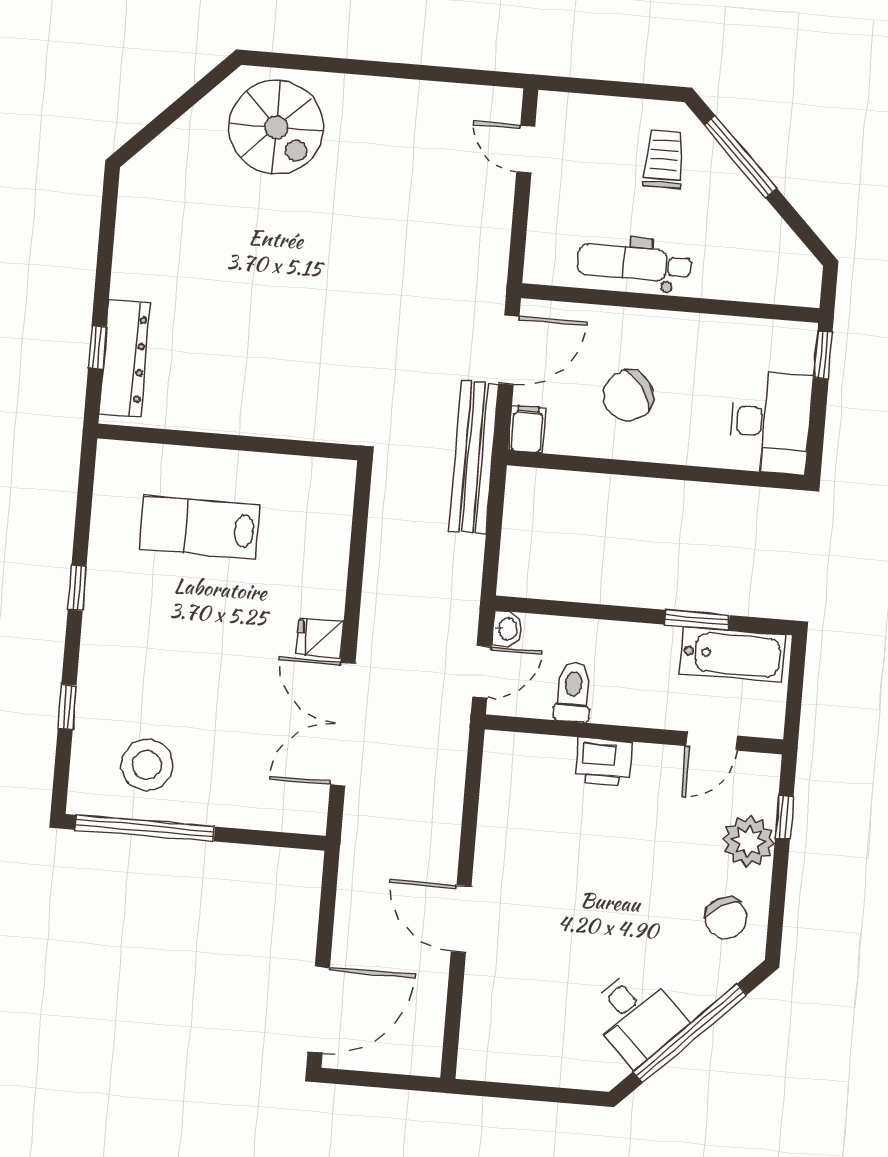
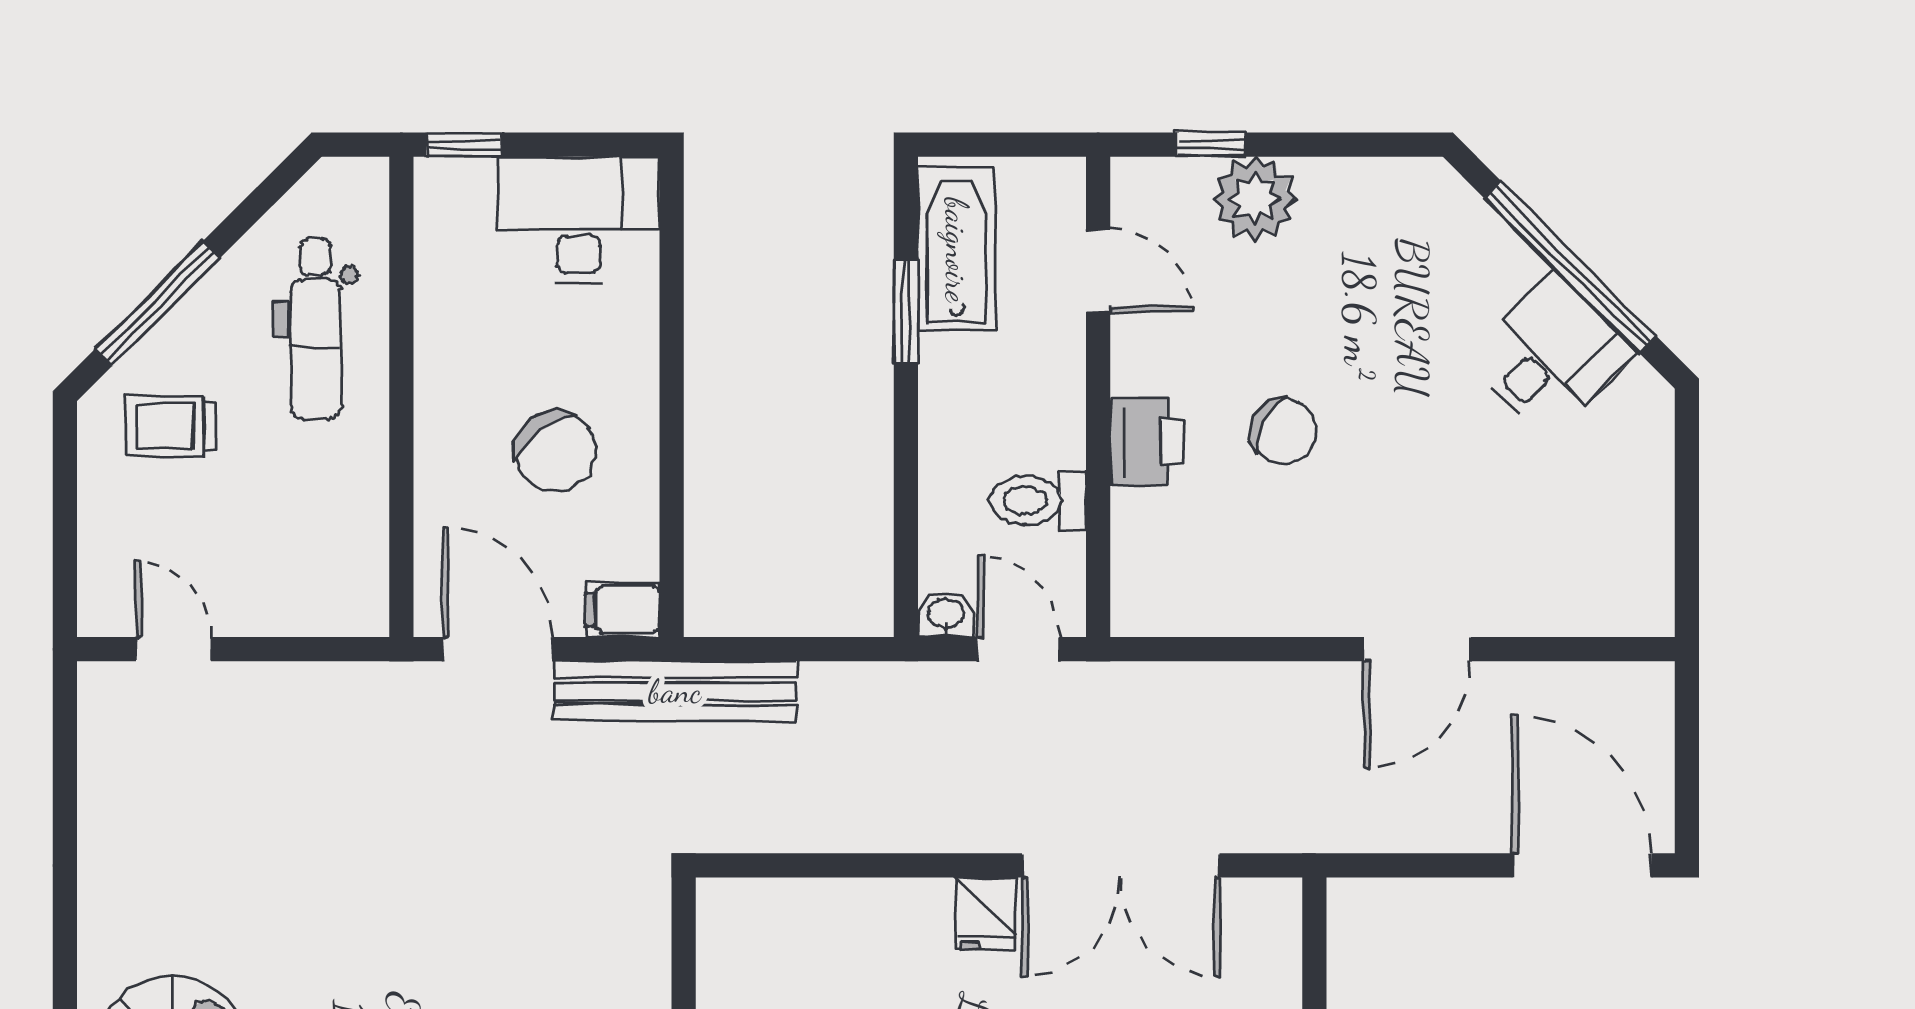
door: (526, 149) -> (174, 649), swing flipped
dental chair: (635, 263) -> (315, 329), moved
chair: (726, 918) -> (1283, 431), moved, turned 53

